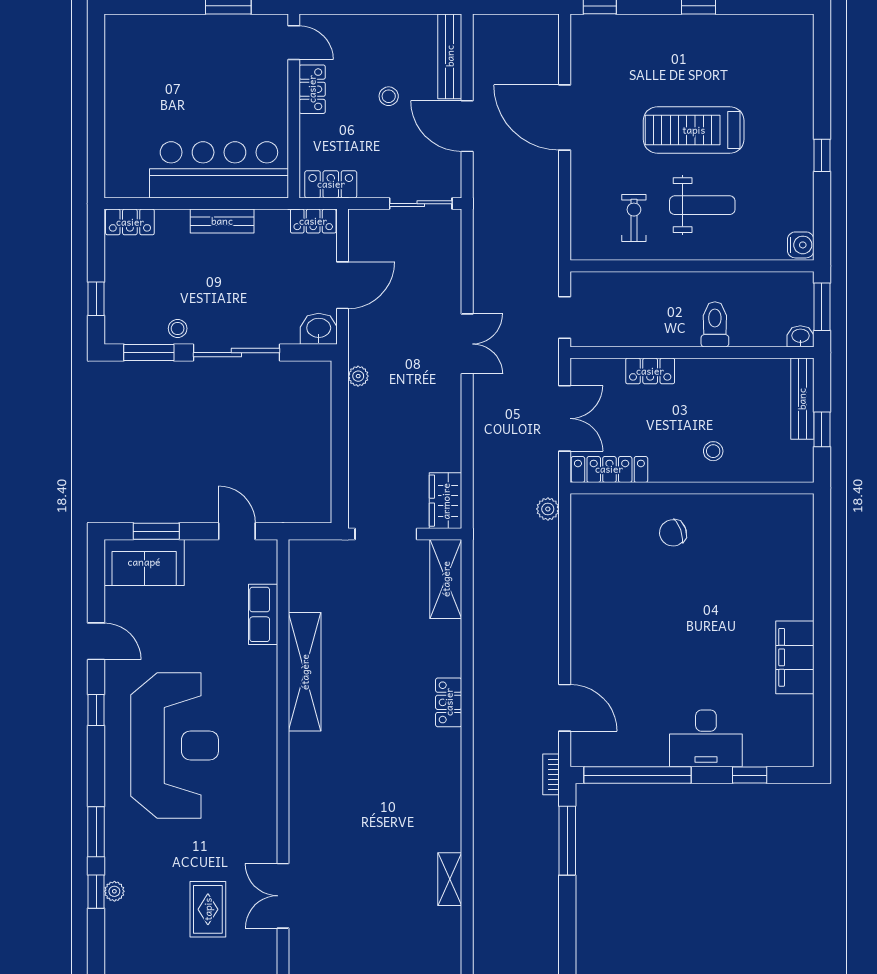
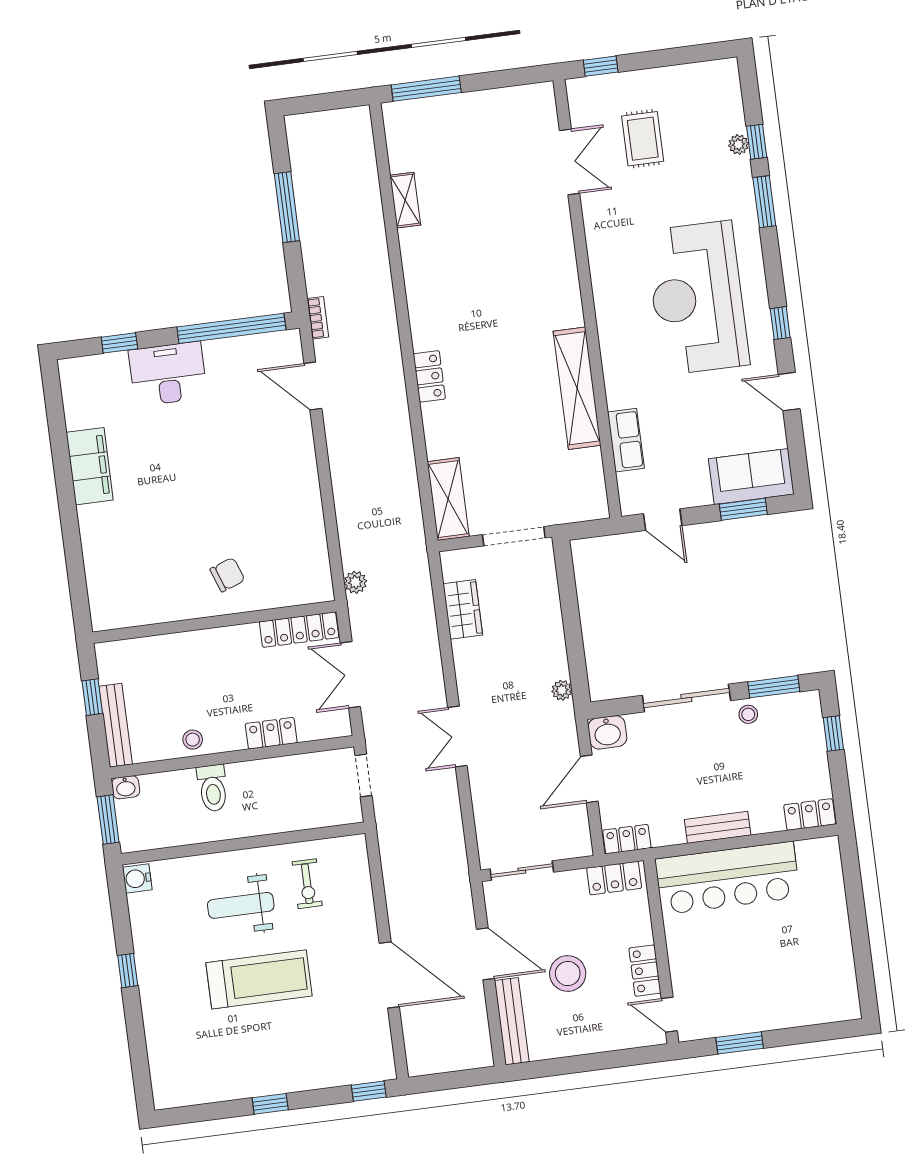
stool: (389, 96) -> (568, 973), width x1.89, depth x1.89
stool: (713, 451) -> (193, 740), moved
wardrobe: (446, 501) -> (463, 609), moved
window: (567, 841) -> (287, 207), moved

